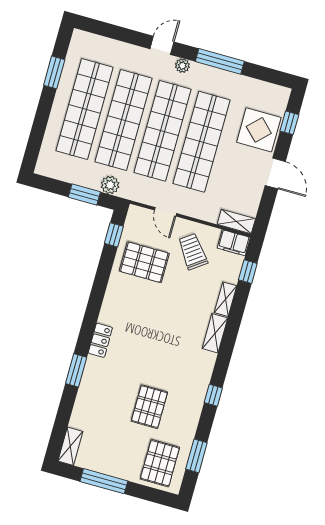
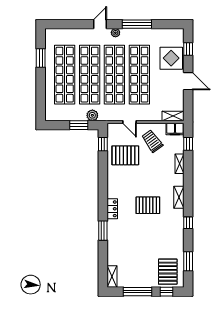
shelving: (215, 333) -> (179, 197), moved
pallet: (149, 407) -> (148, 205), moved, turned 90
window: (149, 494) -> (167, 292), added

